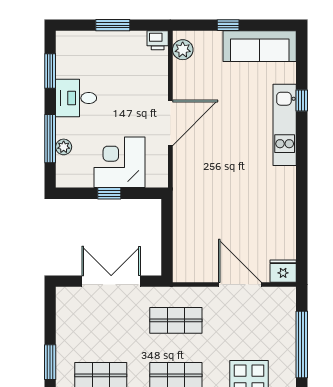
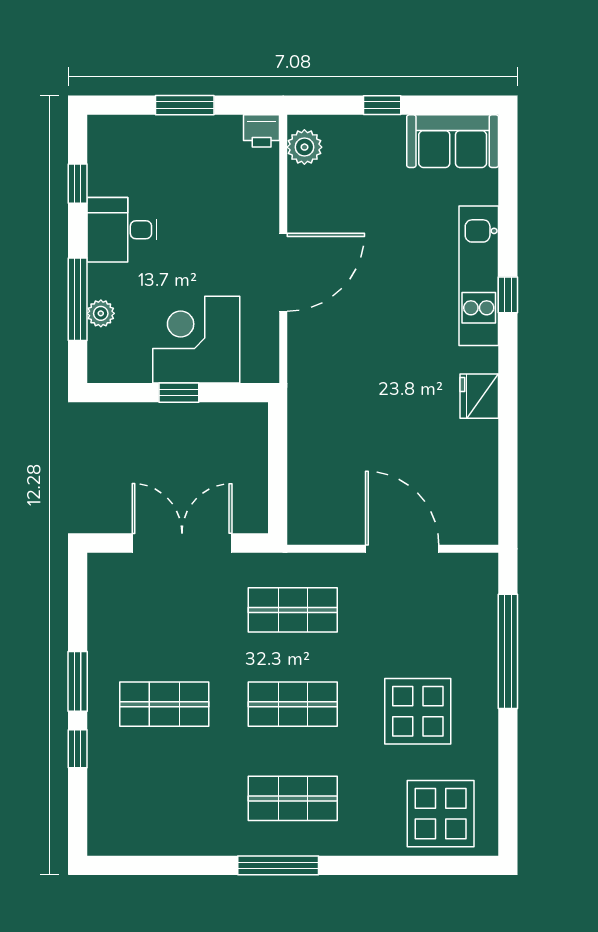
sofa: (260, 46) -> (453, 141), width x0.73
window: (50, 71) -> (78, 184), width x0.67
window: (302, 101) -> (508, 295), moved
fridge: (283, 271) -> (479, 396), moved, turned -90

